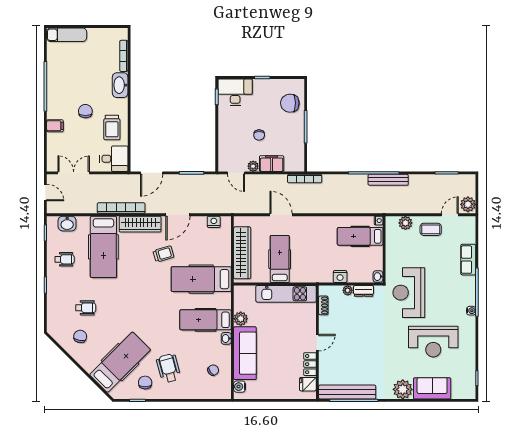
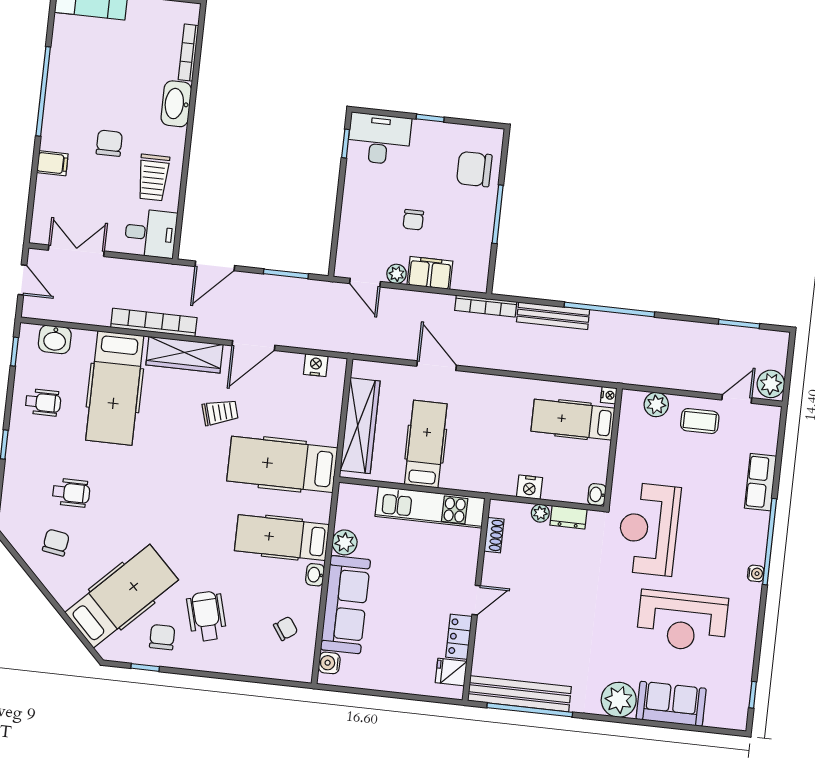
bench: (388, 180) -> (553, 316), moved

